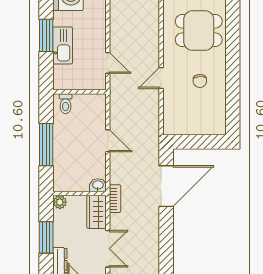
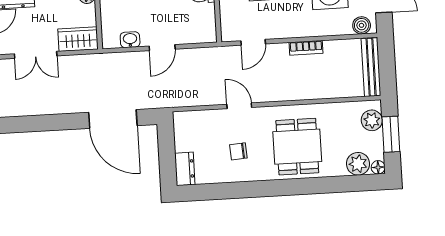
dresser: (212, 127) -> (185, 169), added
washbasin: (98, 185) -> (130, 40), moved, turned -90
bookcase: (115, 199) -> (306, 48), moved

